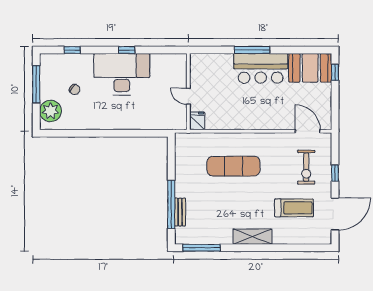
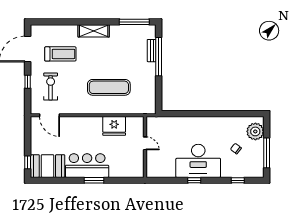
window: (252, 50) -> (94, 180), width x0.69
fridge: (197, 121) -> (114, 126), moved, width x1.88, depth x1.34
treadmill: (294, 208) -> (60, 54), turned 180

